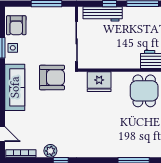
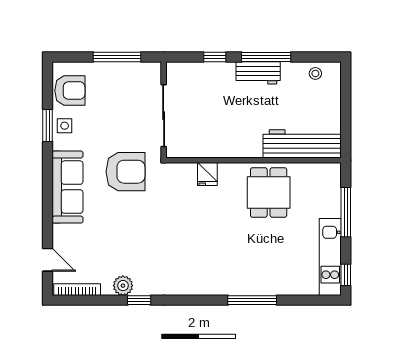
workbench: (103, 14) -> (258, 73), moved, width x0.73
armchair: (16, 25) -> (70, 91), turned -90
fridge: (99, 82) -> (207, 174), width x0.53, depth x0.75

